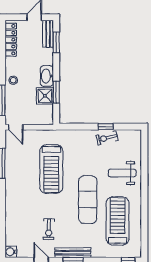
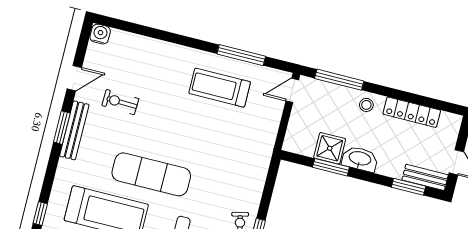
locker: (11, 40) -> (412, 112), moved
treadmill: (51, 169) -> (220, 88), moved, width x0.73, depth x0.73

